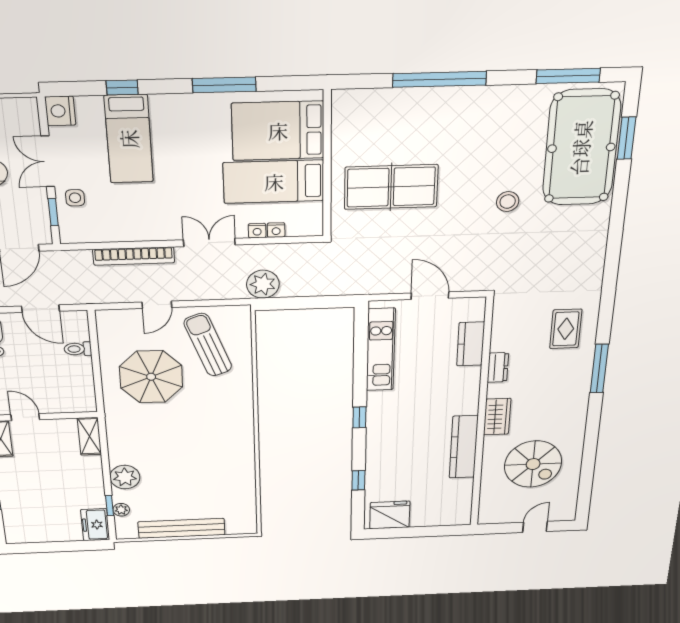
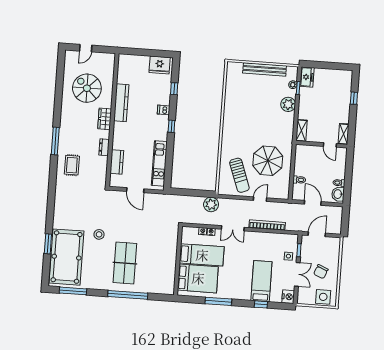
window: (627, 138) -> (48, 244), moved
table tennis table: (391, 187) -> (125, 263), moved, turned 90
dishwasher: (377, 443) -> (164, 110), added

